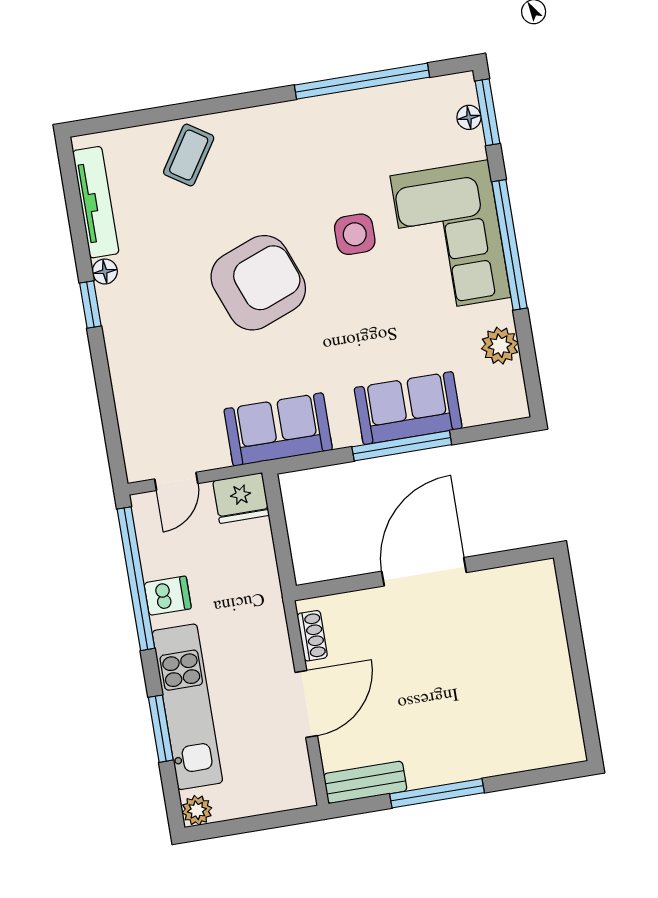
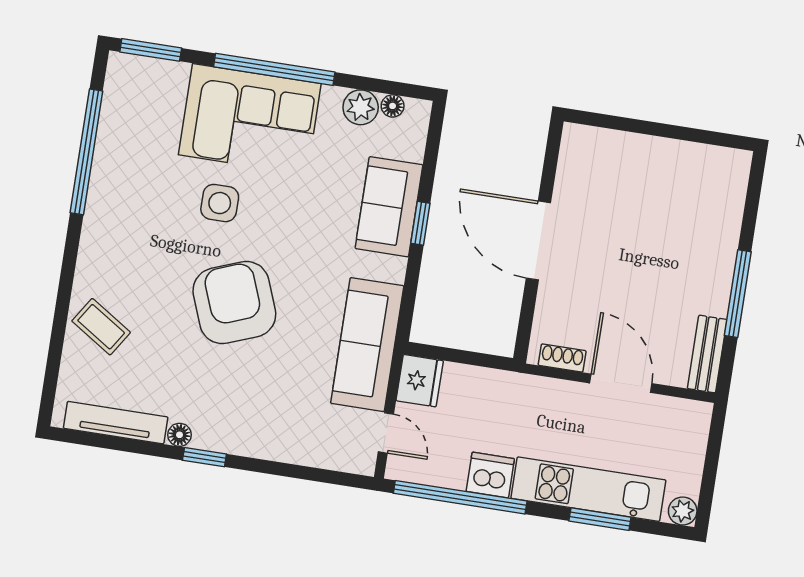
floor lamp: (469, 117) -> (393, 106), moved
sofa: (278, 429) -> (367, 345), width x1.36
window: (402, 446) -> (420, 223), width x0.46
dishwasher: (168, 596) -> (490, 475), width x1.38

